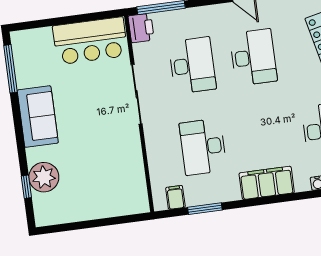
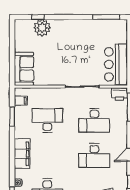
sofa: (38, 117) -> (24, 69), moved, turned -90

